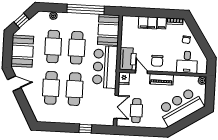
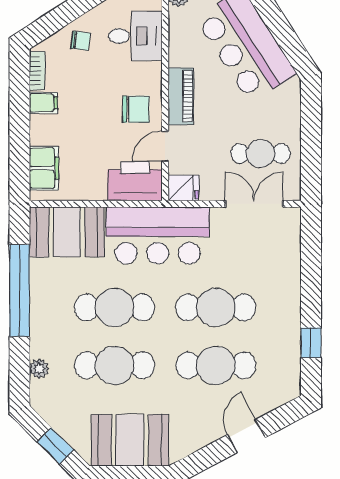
filing cabinet: (148, 23) -> (44, 168), moved
door: (14, 84) -> (246, 436), moved
window: (85, 129) -> (311, 343), moved

